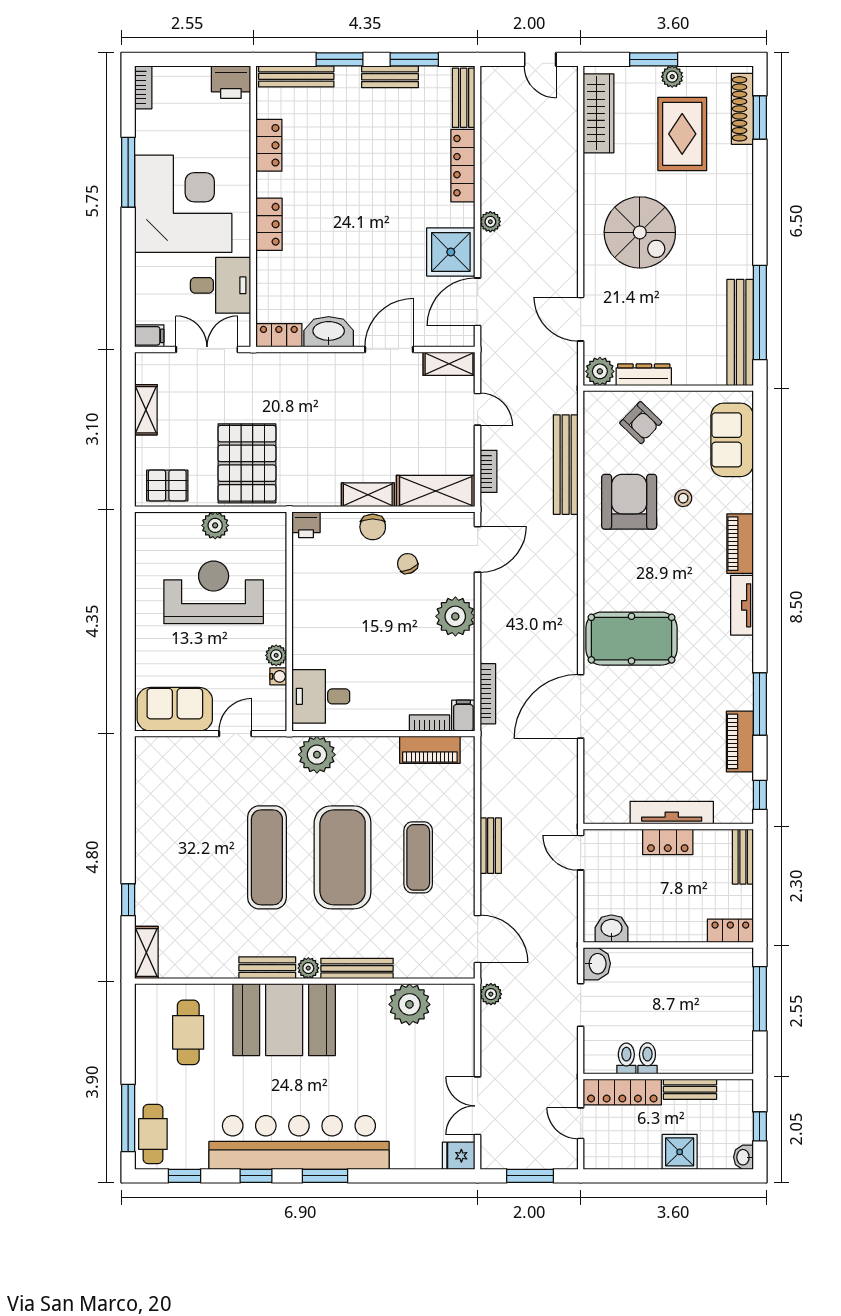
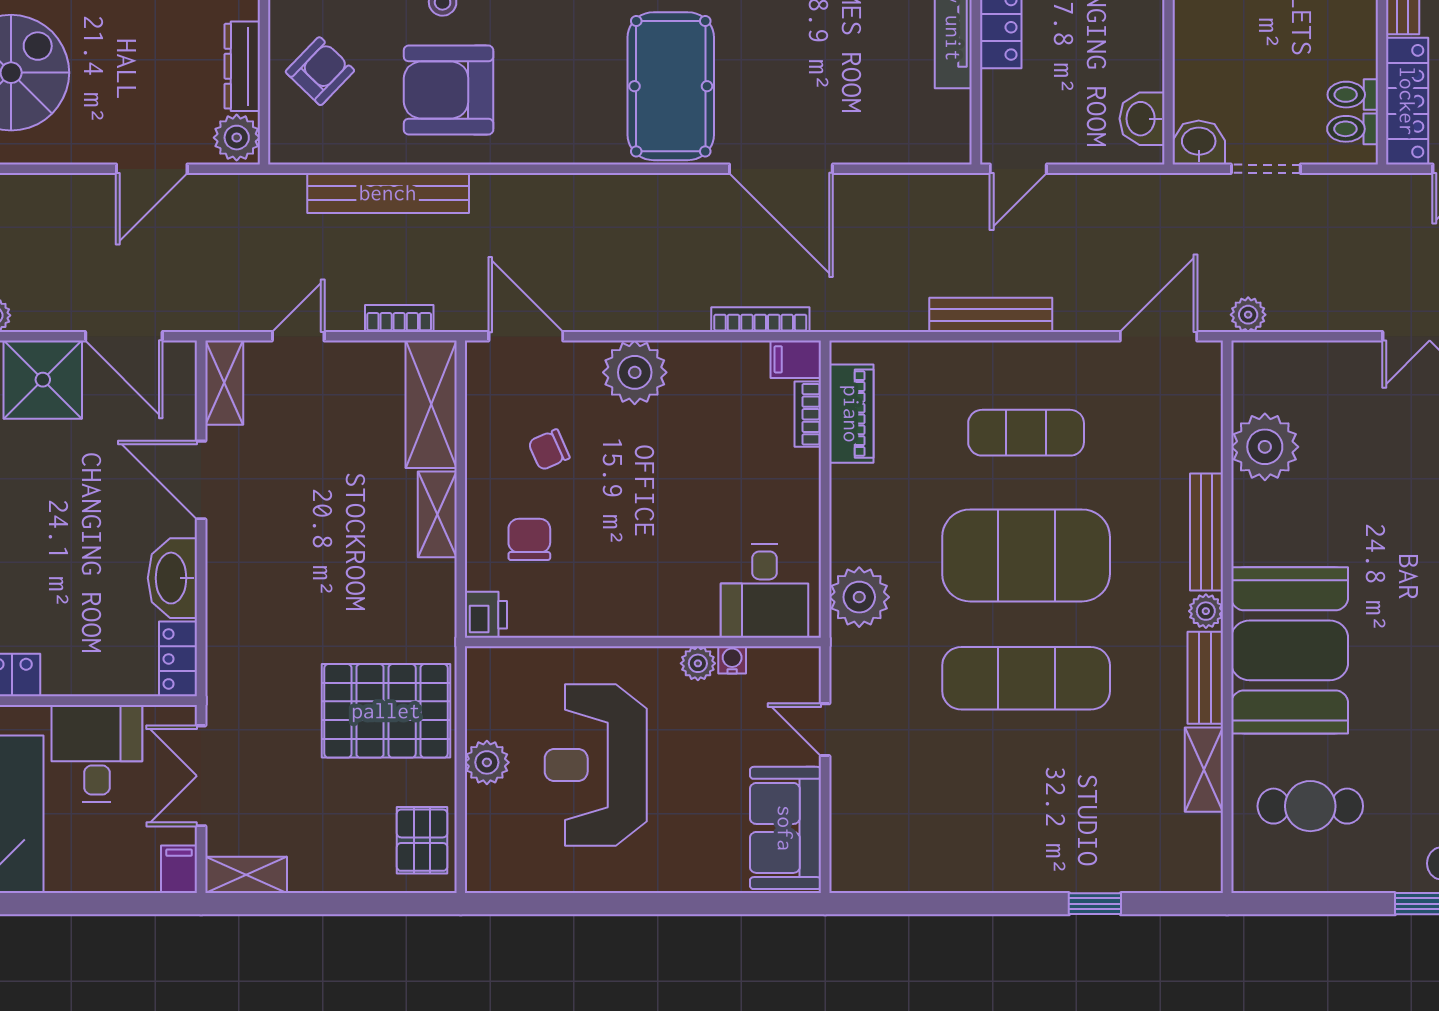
shelving: (146, 410) -> (246, 875), moved
chair: (373, 527) -> (529, 539), moved, turned -90
bench: (491, 846) -> (991, 315), width x1.36
shelving: (146, 953) -> (1204, 770), moved, turned 90
toilet: (647, 1058) -> (1353, 129), moved

